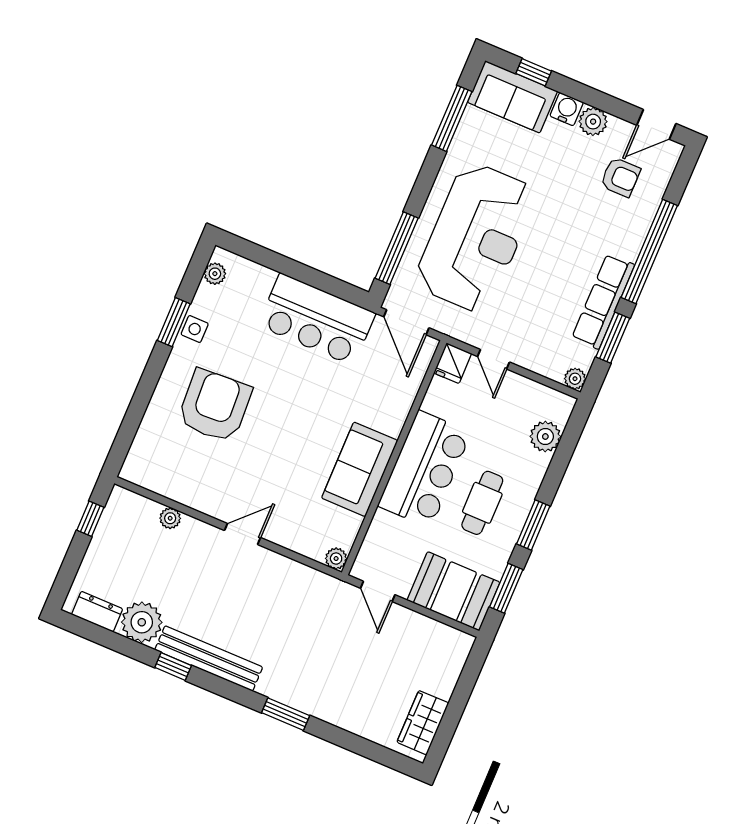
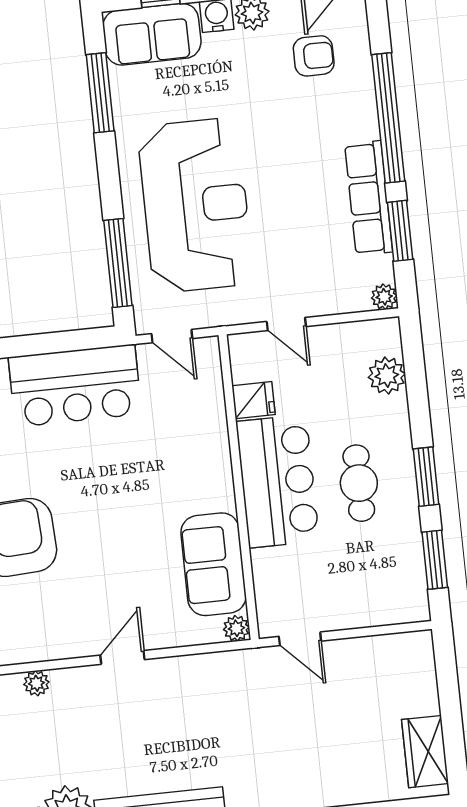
door: (406, 322) -> (172, 336), width x0.73
fridge: (453, 363) -> (253, 400), moved, turned -90
sofa: (360, 469) -> (214, 564), moved
booth: (453, 591) -> (380, 594), removed

